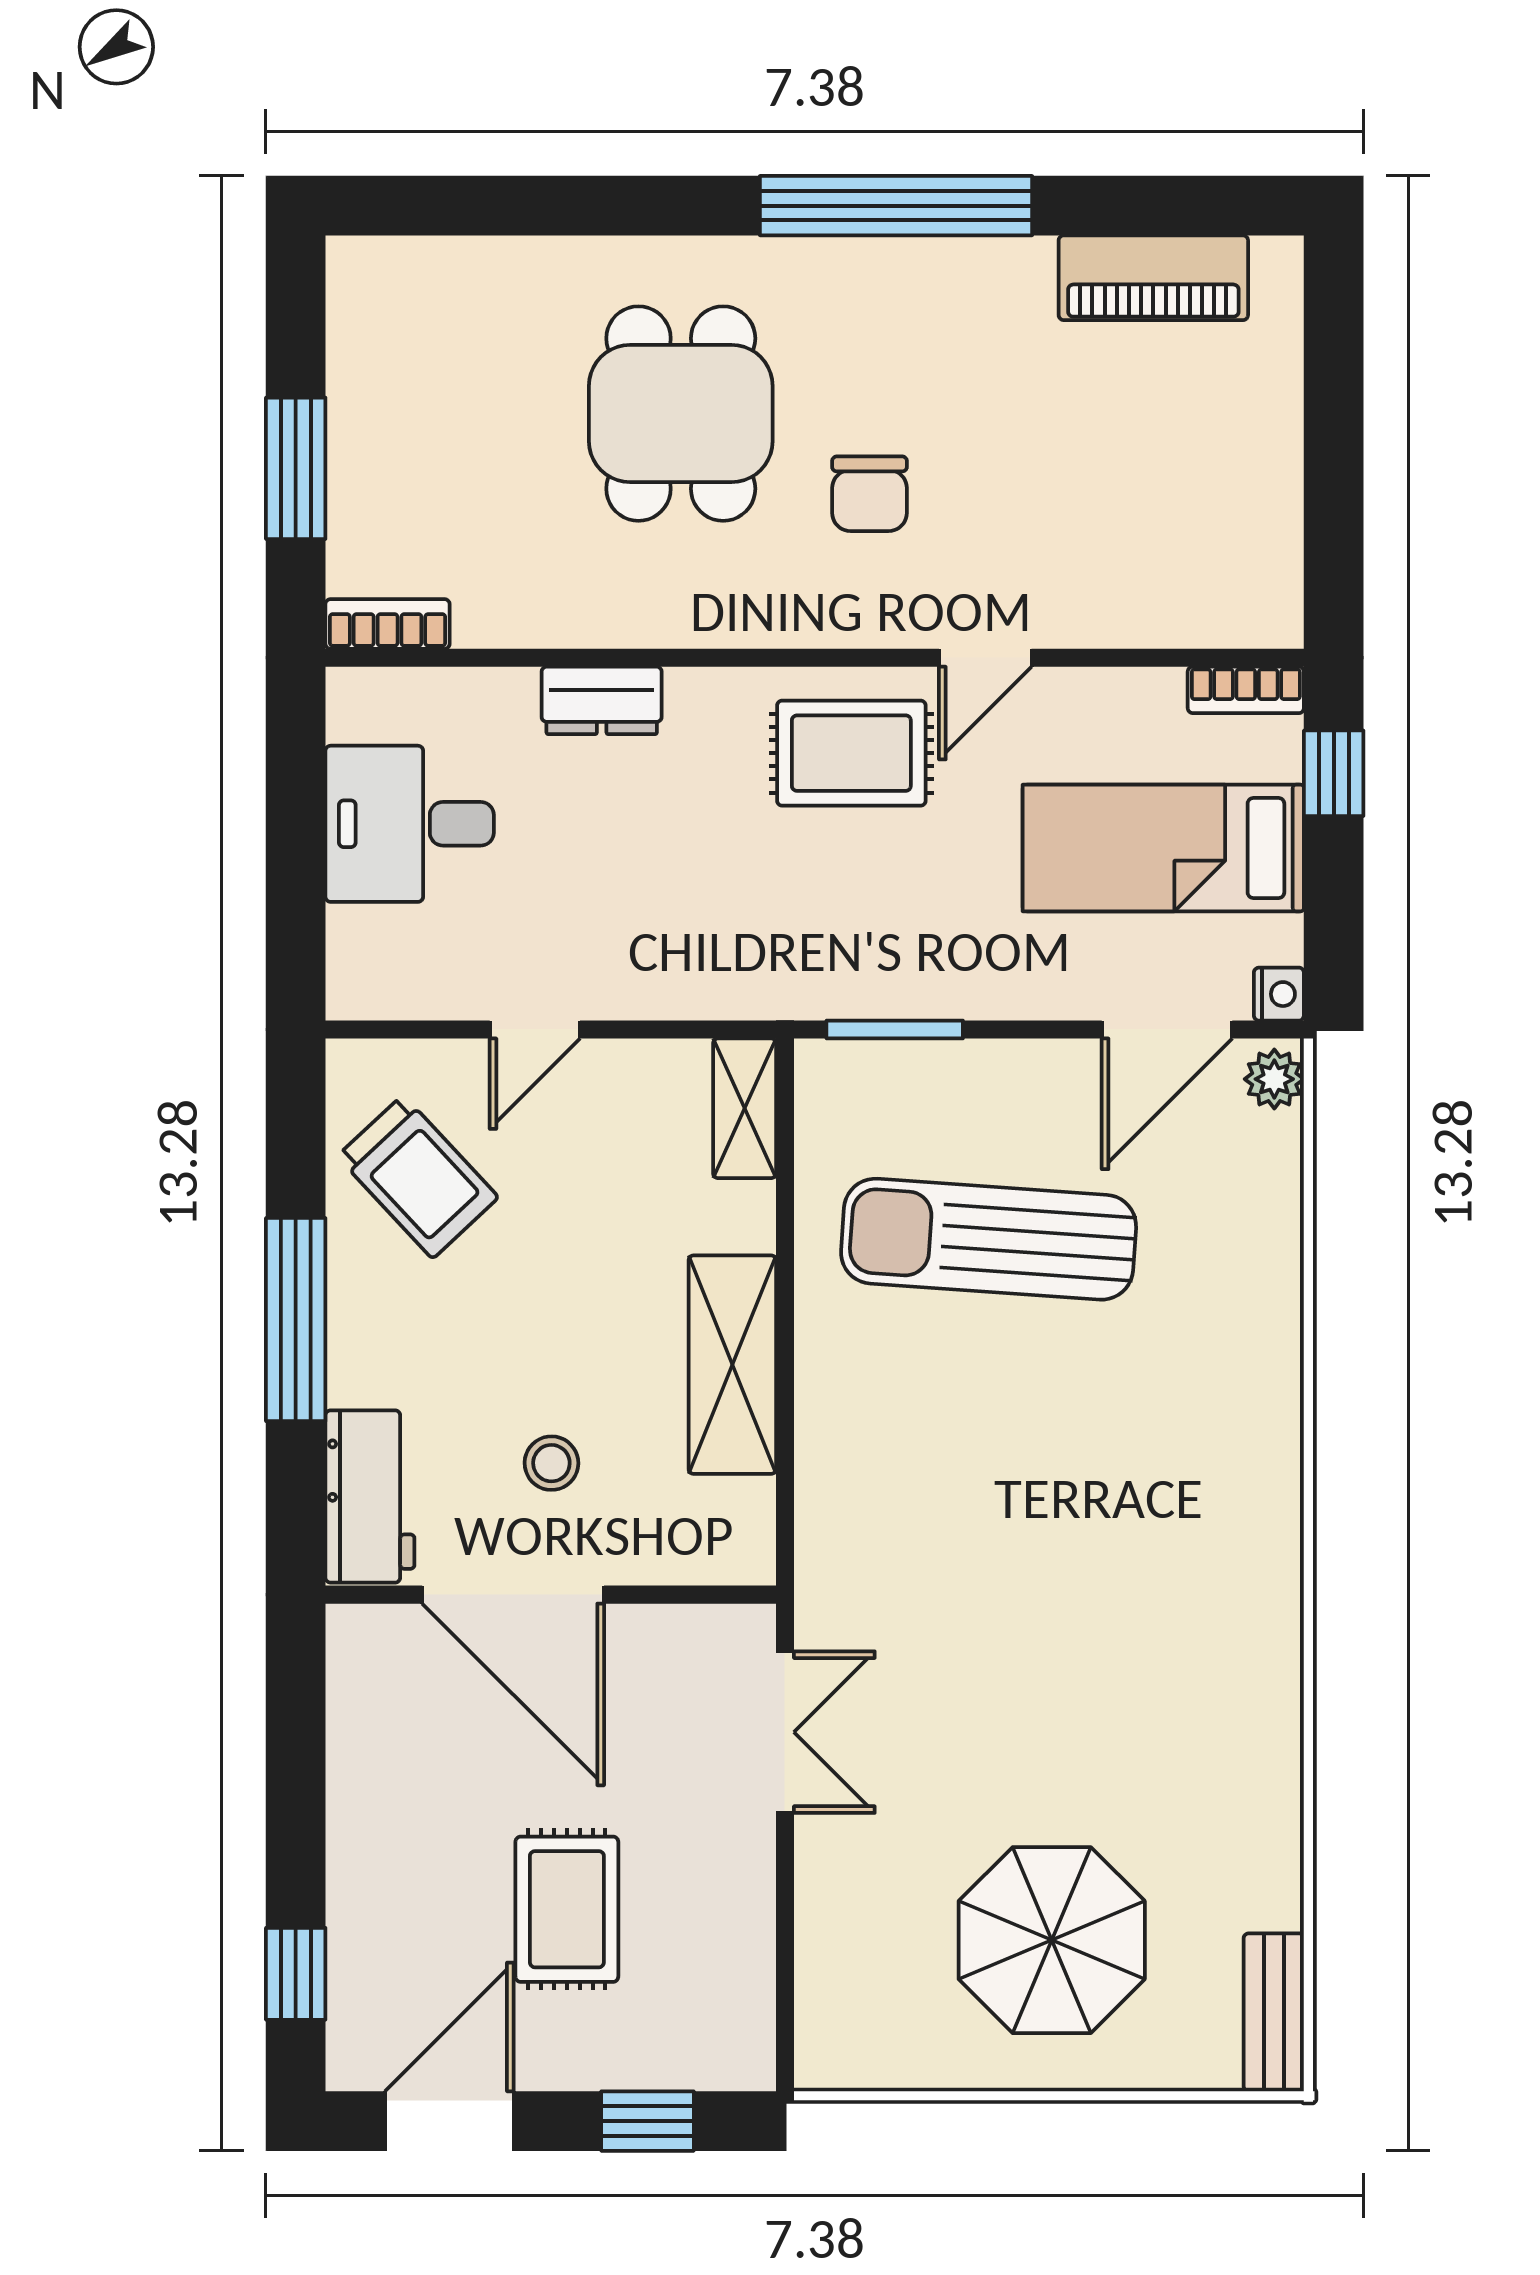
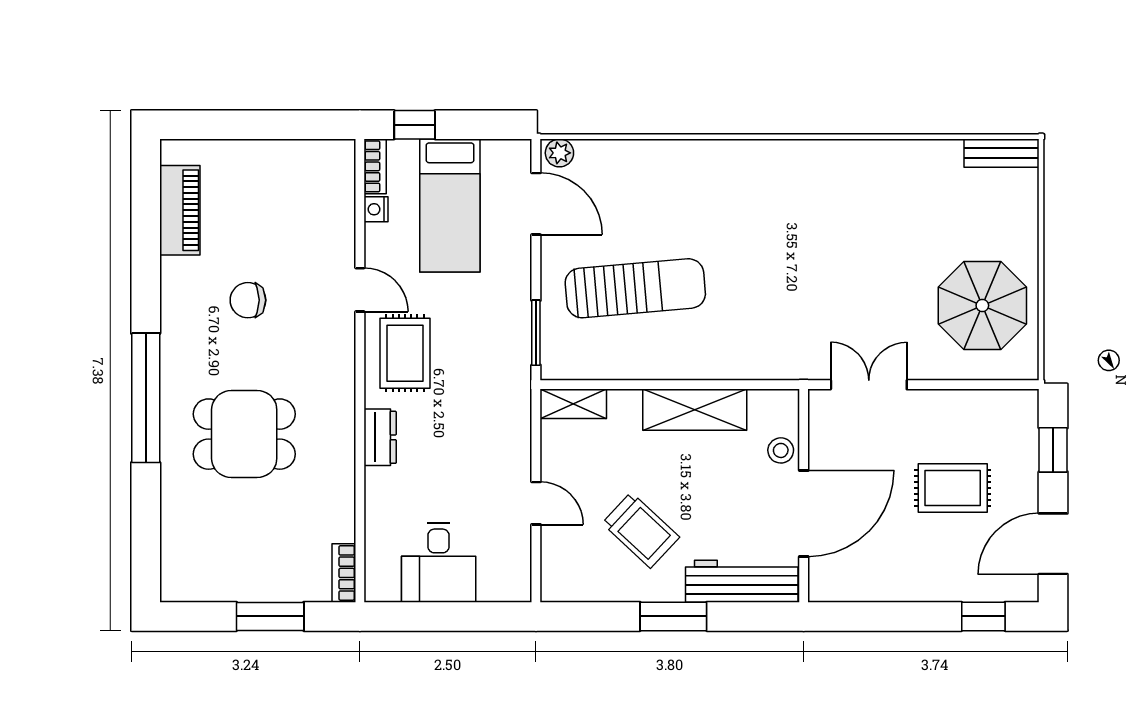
window: (896, 206) -> (146, 398), moved
chair: (870, 494) -> (248, 300), moved, turned 180
dresser: (602, 700) -> (380, 437), moved
nightstand: (1279, 994) -> (376, 209), moved, turned -90
trolley: (418, 1177) -> (641, 530), moved, turned 86
sun lounger: (989, 1239) -> (635, 288), turned -99
window: (296, 1320) -> (673, 616), width x0.69
stool: (551, 1463) -> (781, 450), moved
workbench: (370, 1496) -> (742, 581), width x1.38
parasol: (1052, 1940) -> (982, 305), moved
door: (449, 2121) -> (1053, 544), hinge flipped

